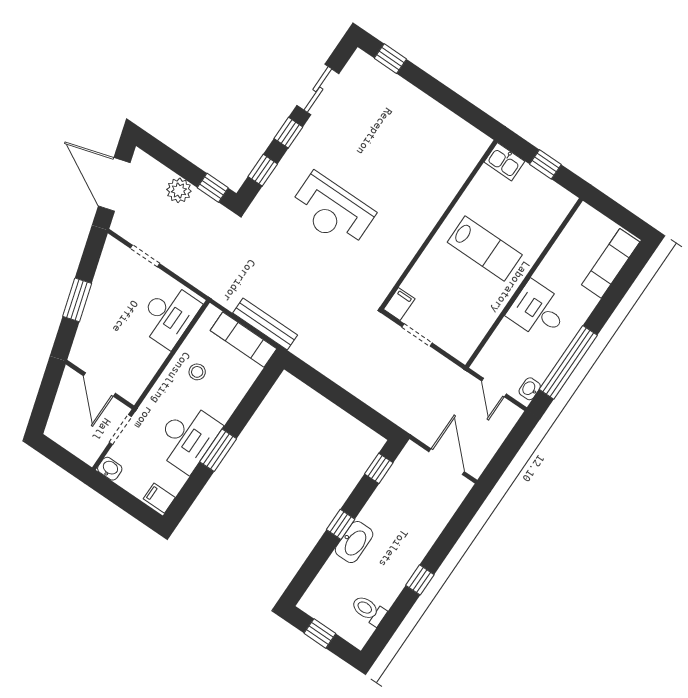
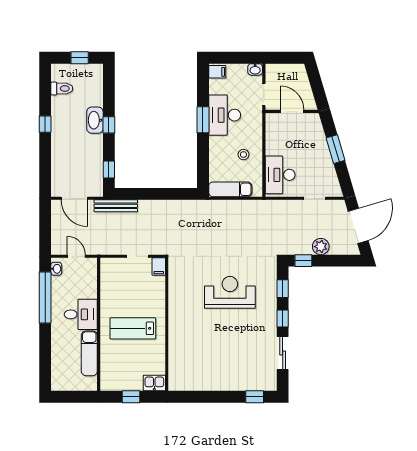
door: (114, 184) -> (358, 226), hinge flipped
exam couch: (611, 263) -> (89, 353), moved, turned 180
bench: (265, 324) -> (116, 206), moved

